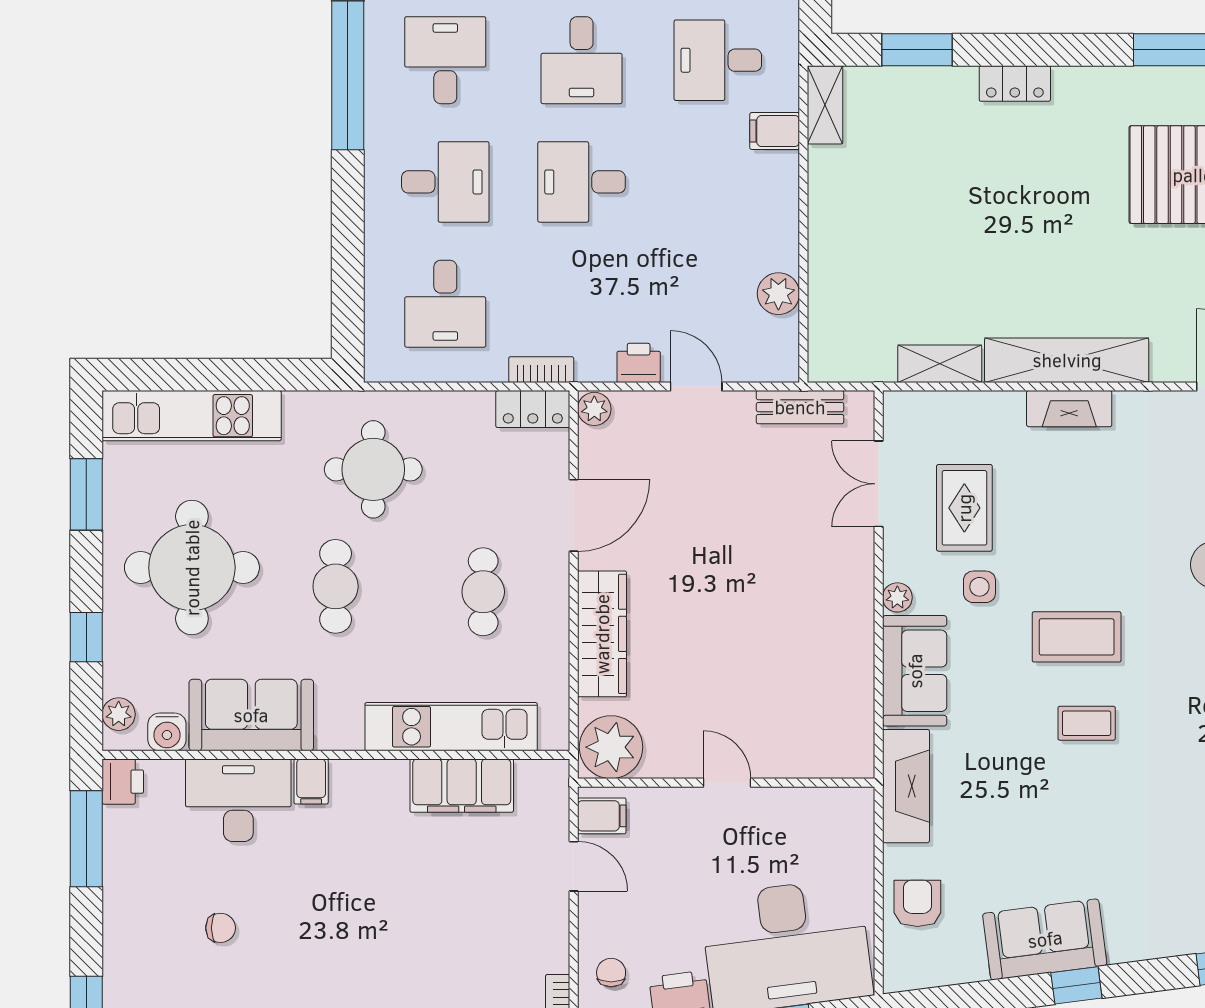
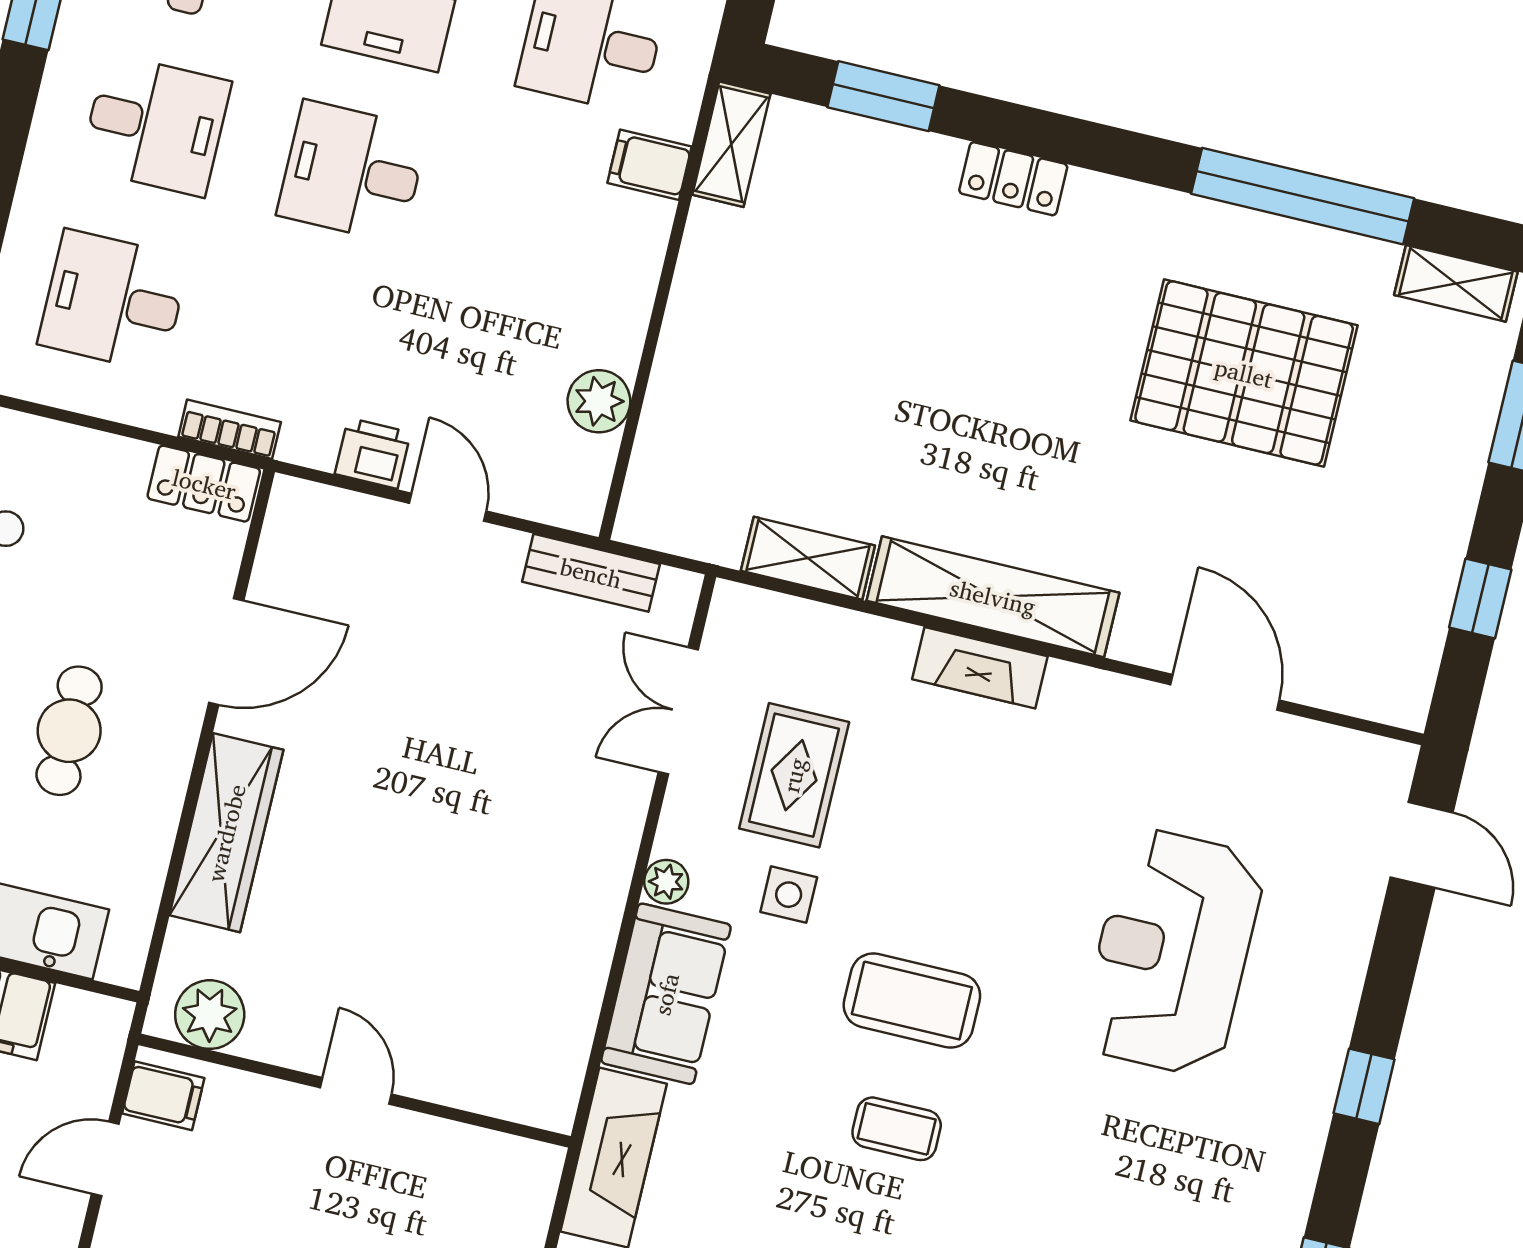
desk: (445, 304) -> (114, 301), turned 90
plant: (594, 409) -> (293, 505), removed
plant: (611, 747) -> (210, 1015), width x0.73, depth x0.73
door: (574, 866) -> (105, 1159), swing flipped

